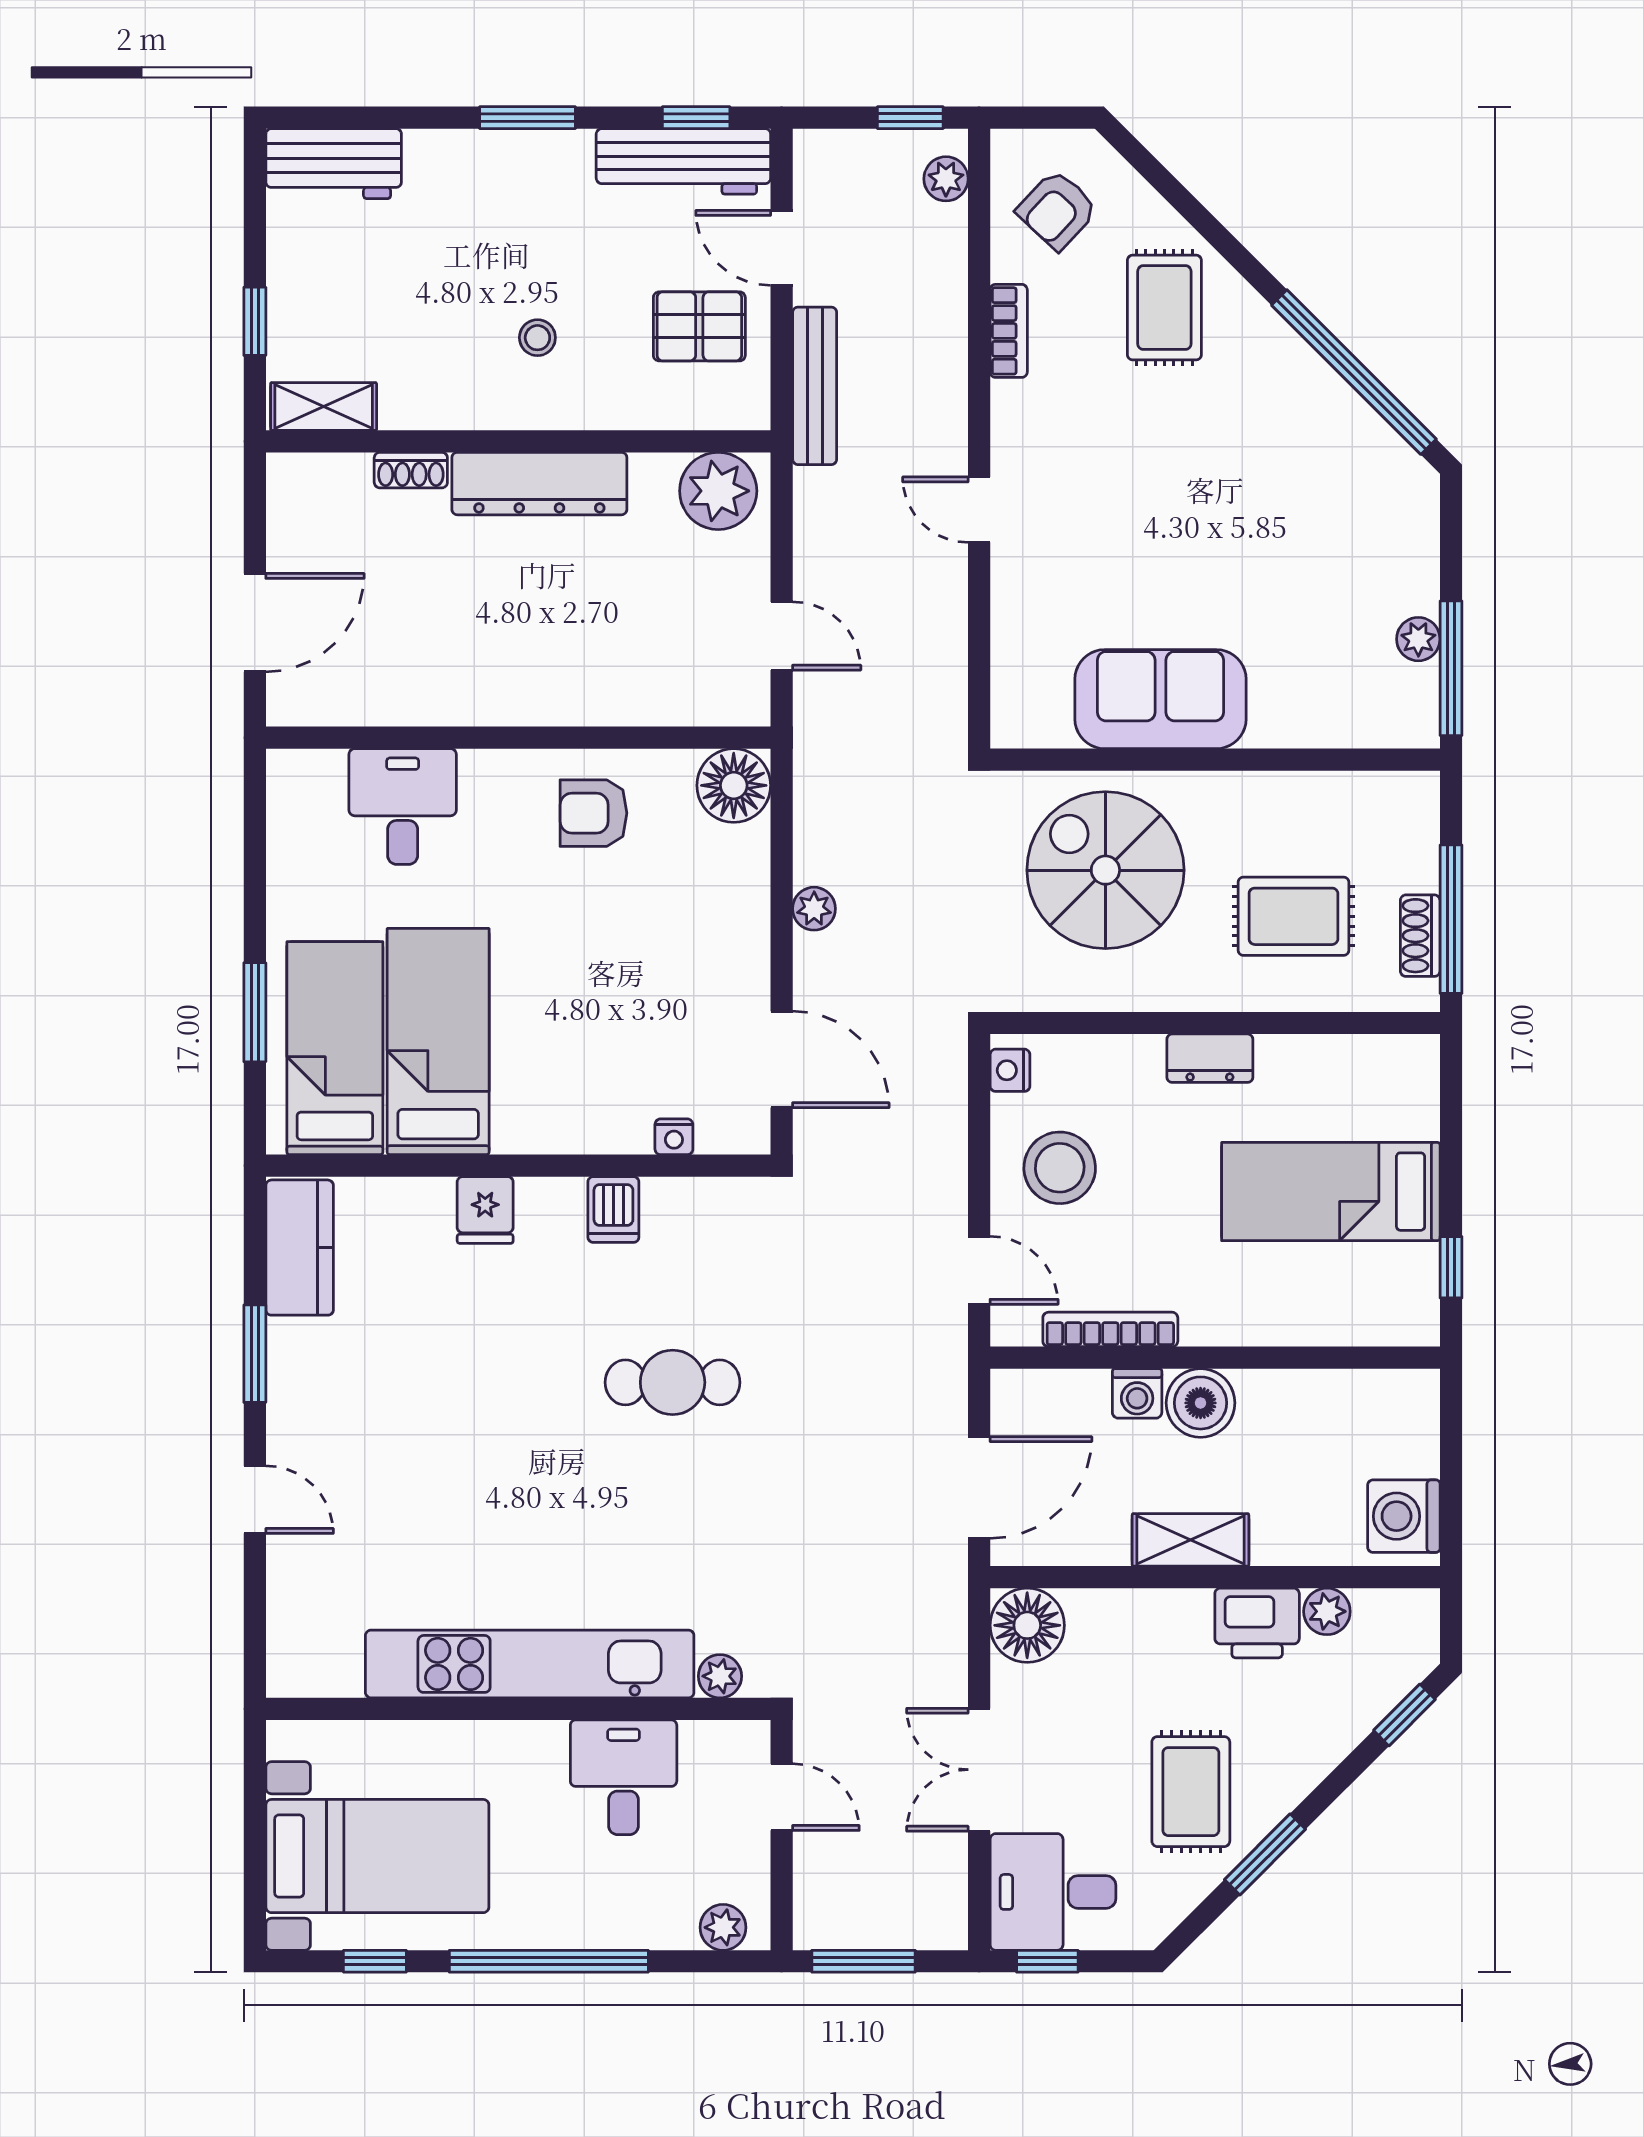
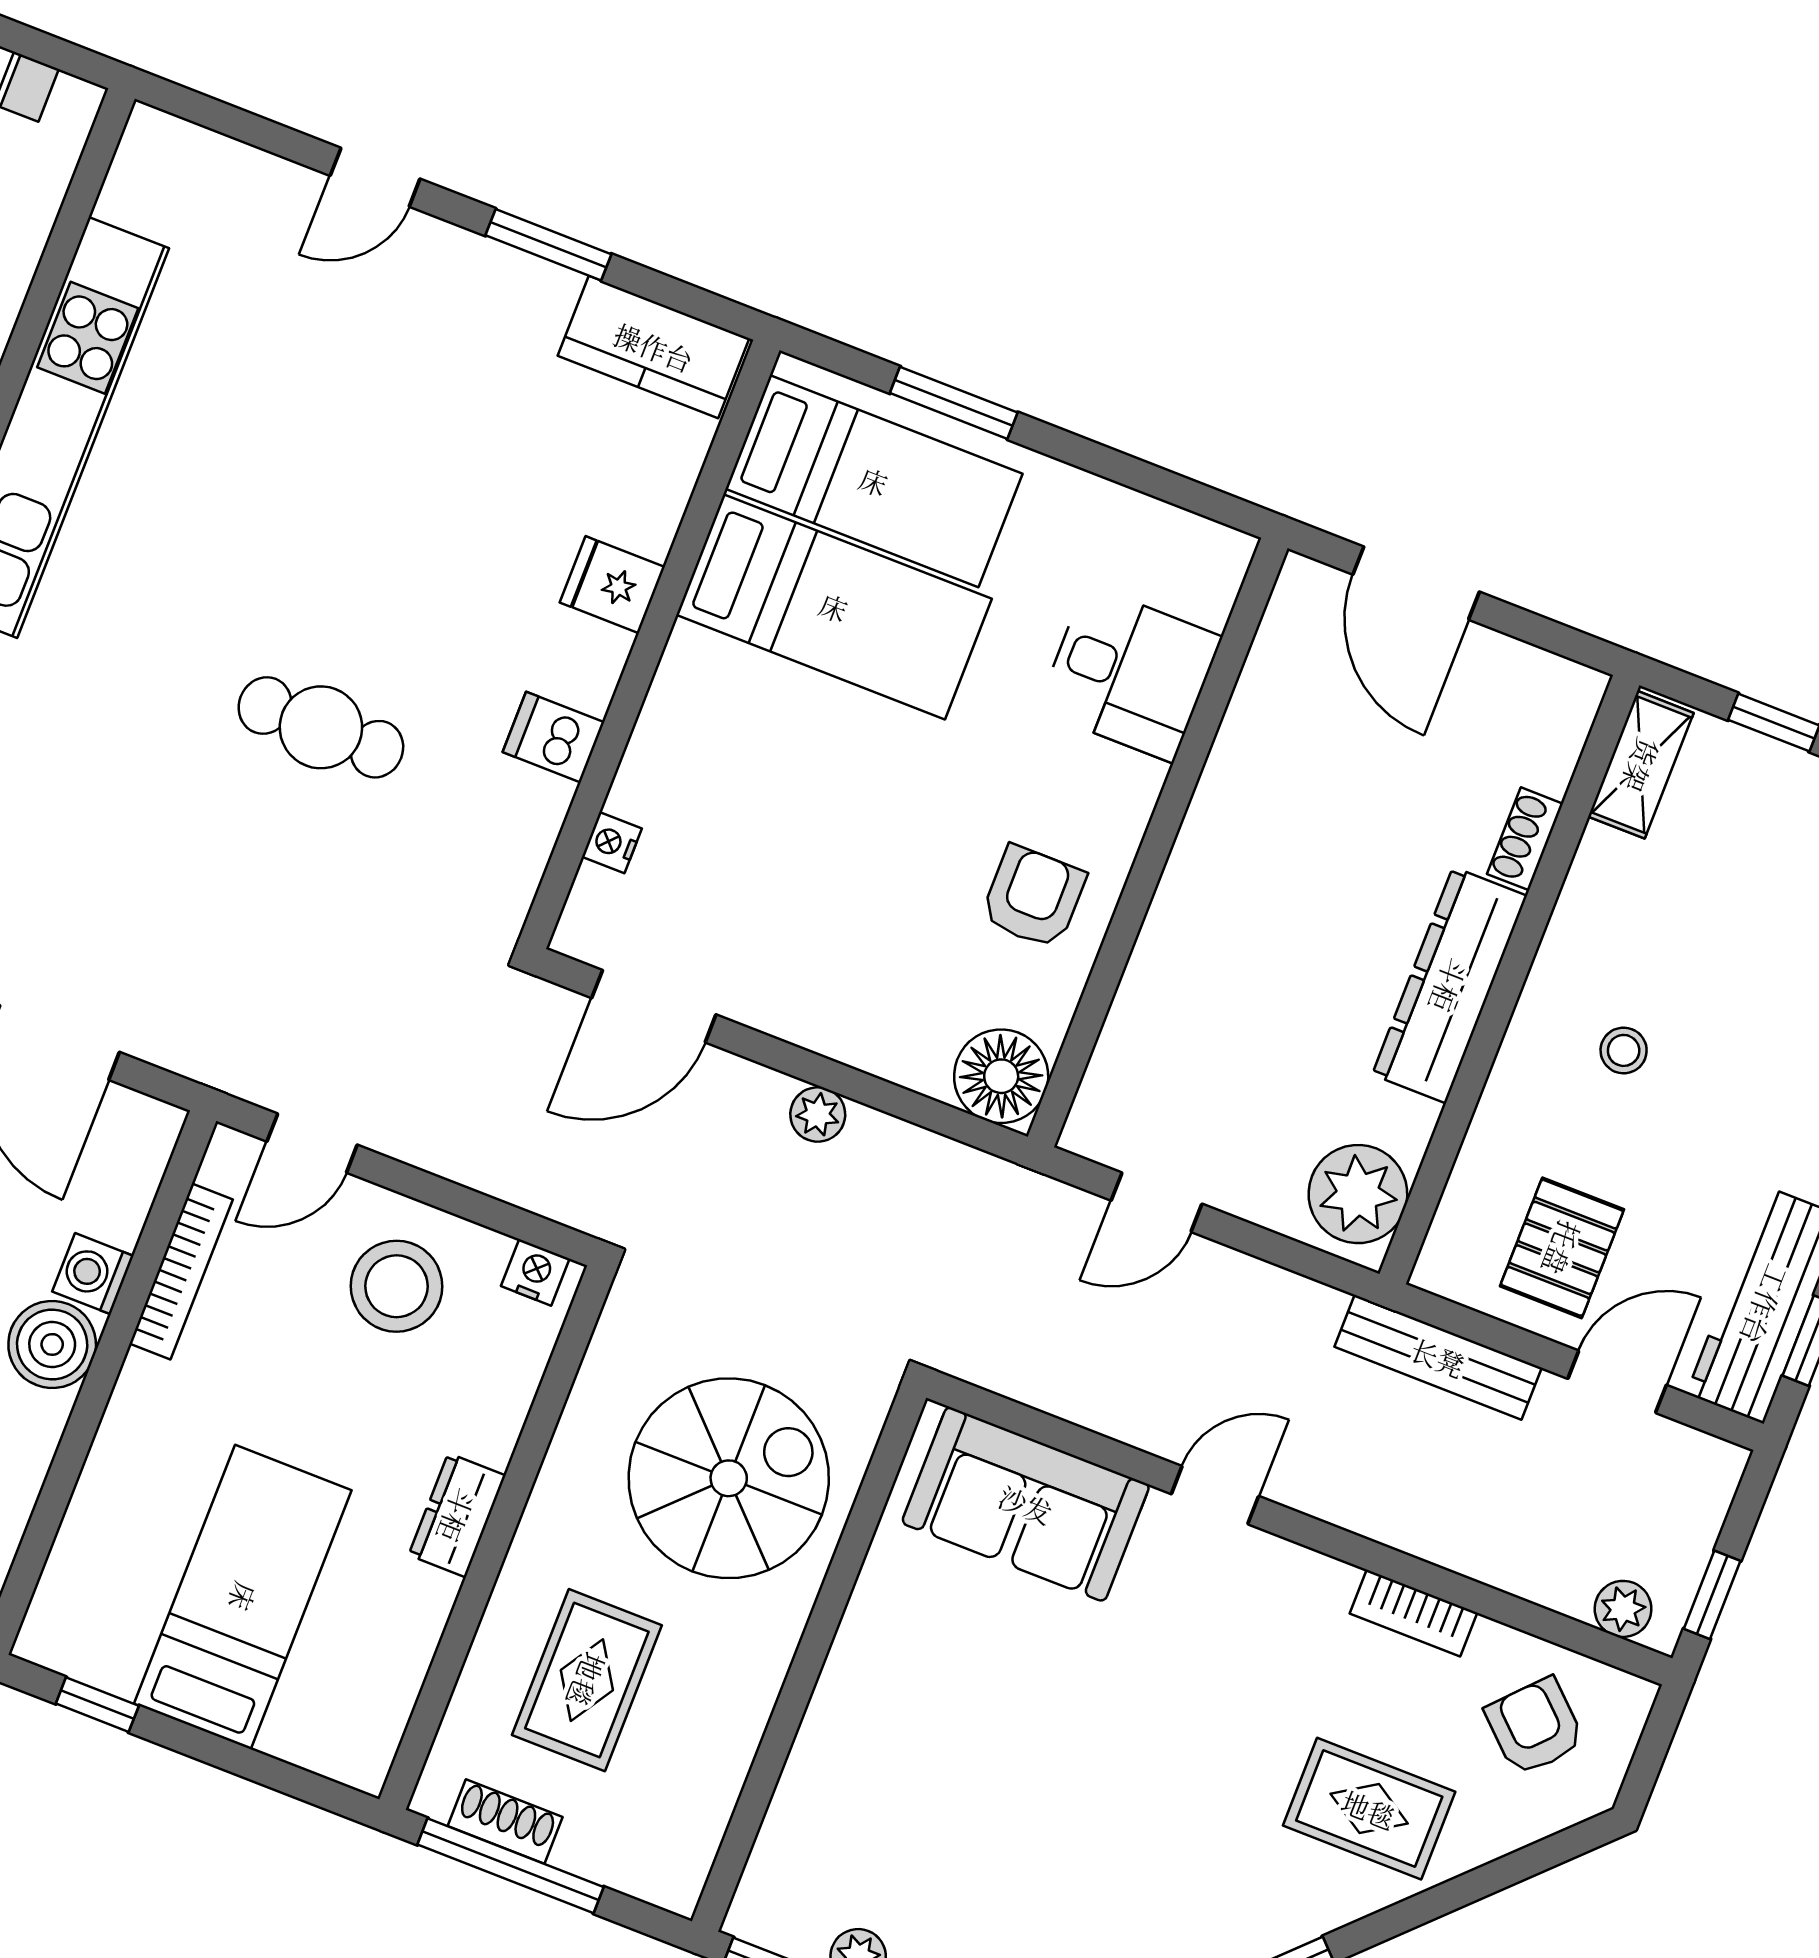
sofa: (1160, 699) -> (1026, 1504), moved, turned 90
cafe table: (673, 1382) -> (321, 727), turned 90

